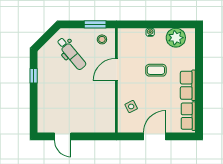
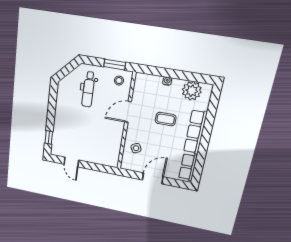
dental chair: (71, 54) -> (88, 89), turned 40
window: (34, 76) -> (49, 137), moved
row of seats: (188, 85) -> (195, 132), width x1.48

